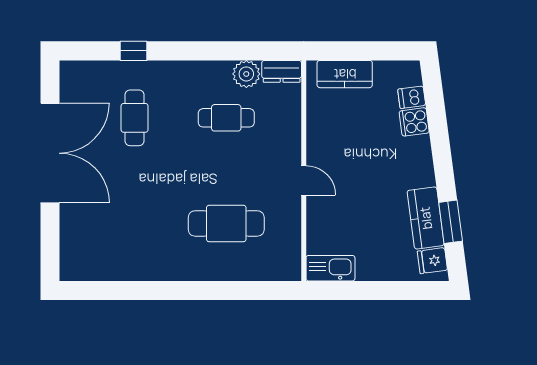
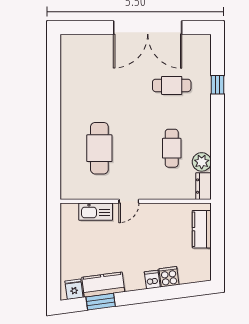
dishwasher: (412, 97) -> (152, 280), moved
kitchen sink: (330, 268) -> (96, 212), moved, turned 90

